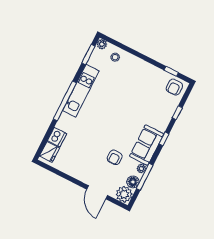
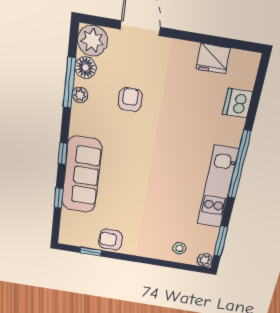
armchair: (174, 87) -> (111, 240), moved, turned -90
sofa: (147, 145) -> (82, 175), moved, width x1.36
fridge: (50, 152) -> (213, 59), moved, turned -90

